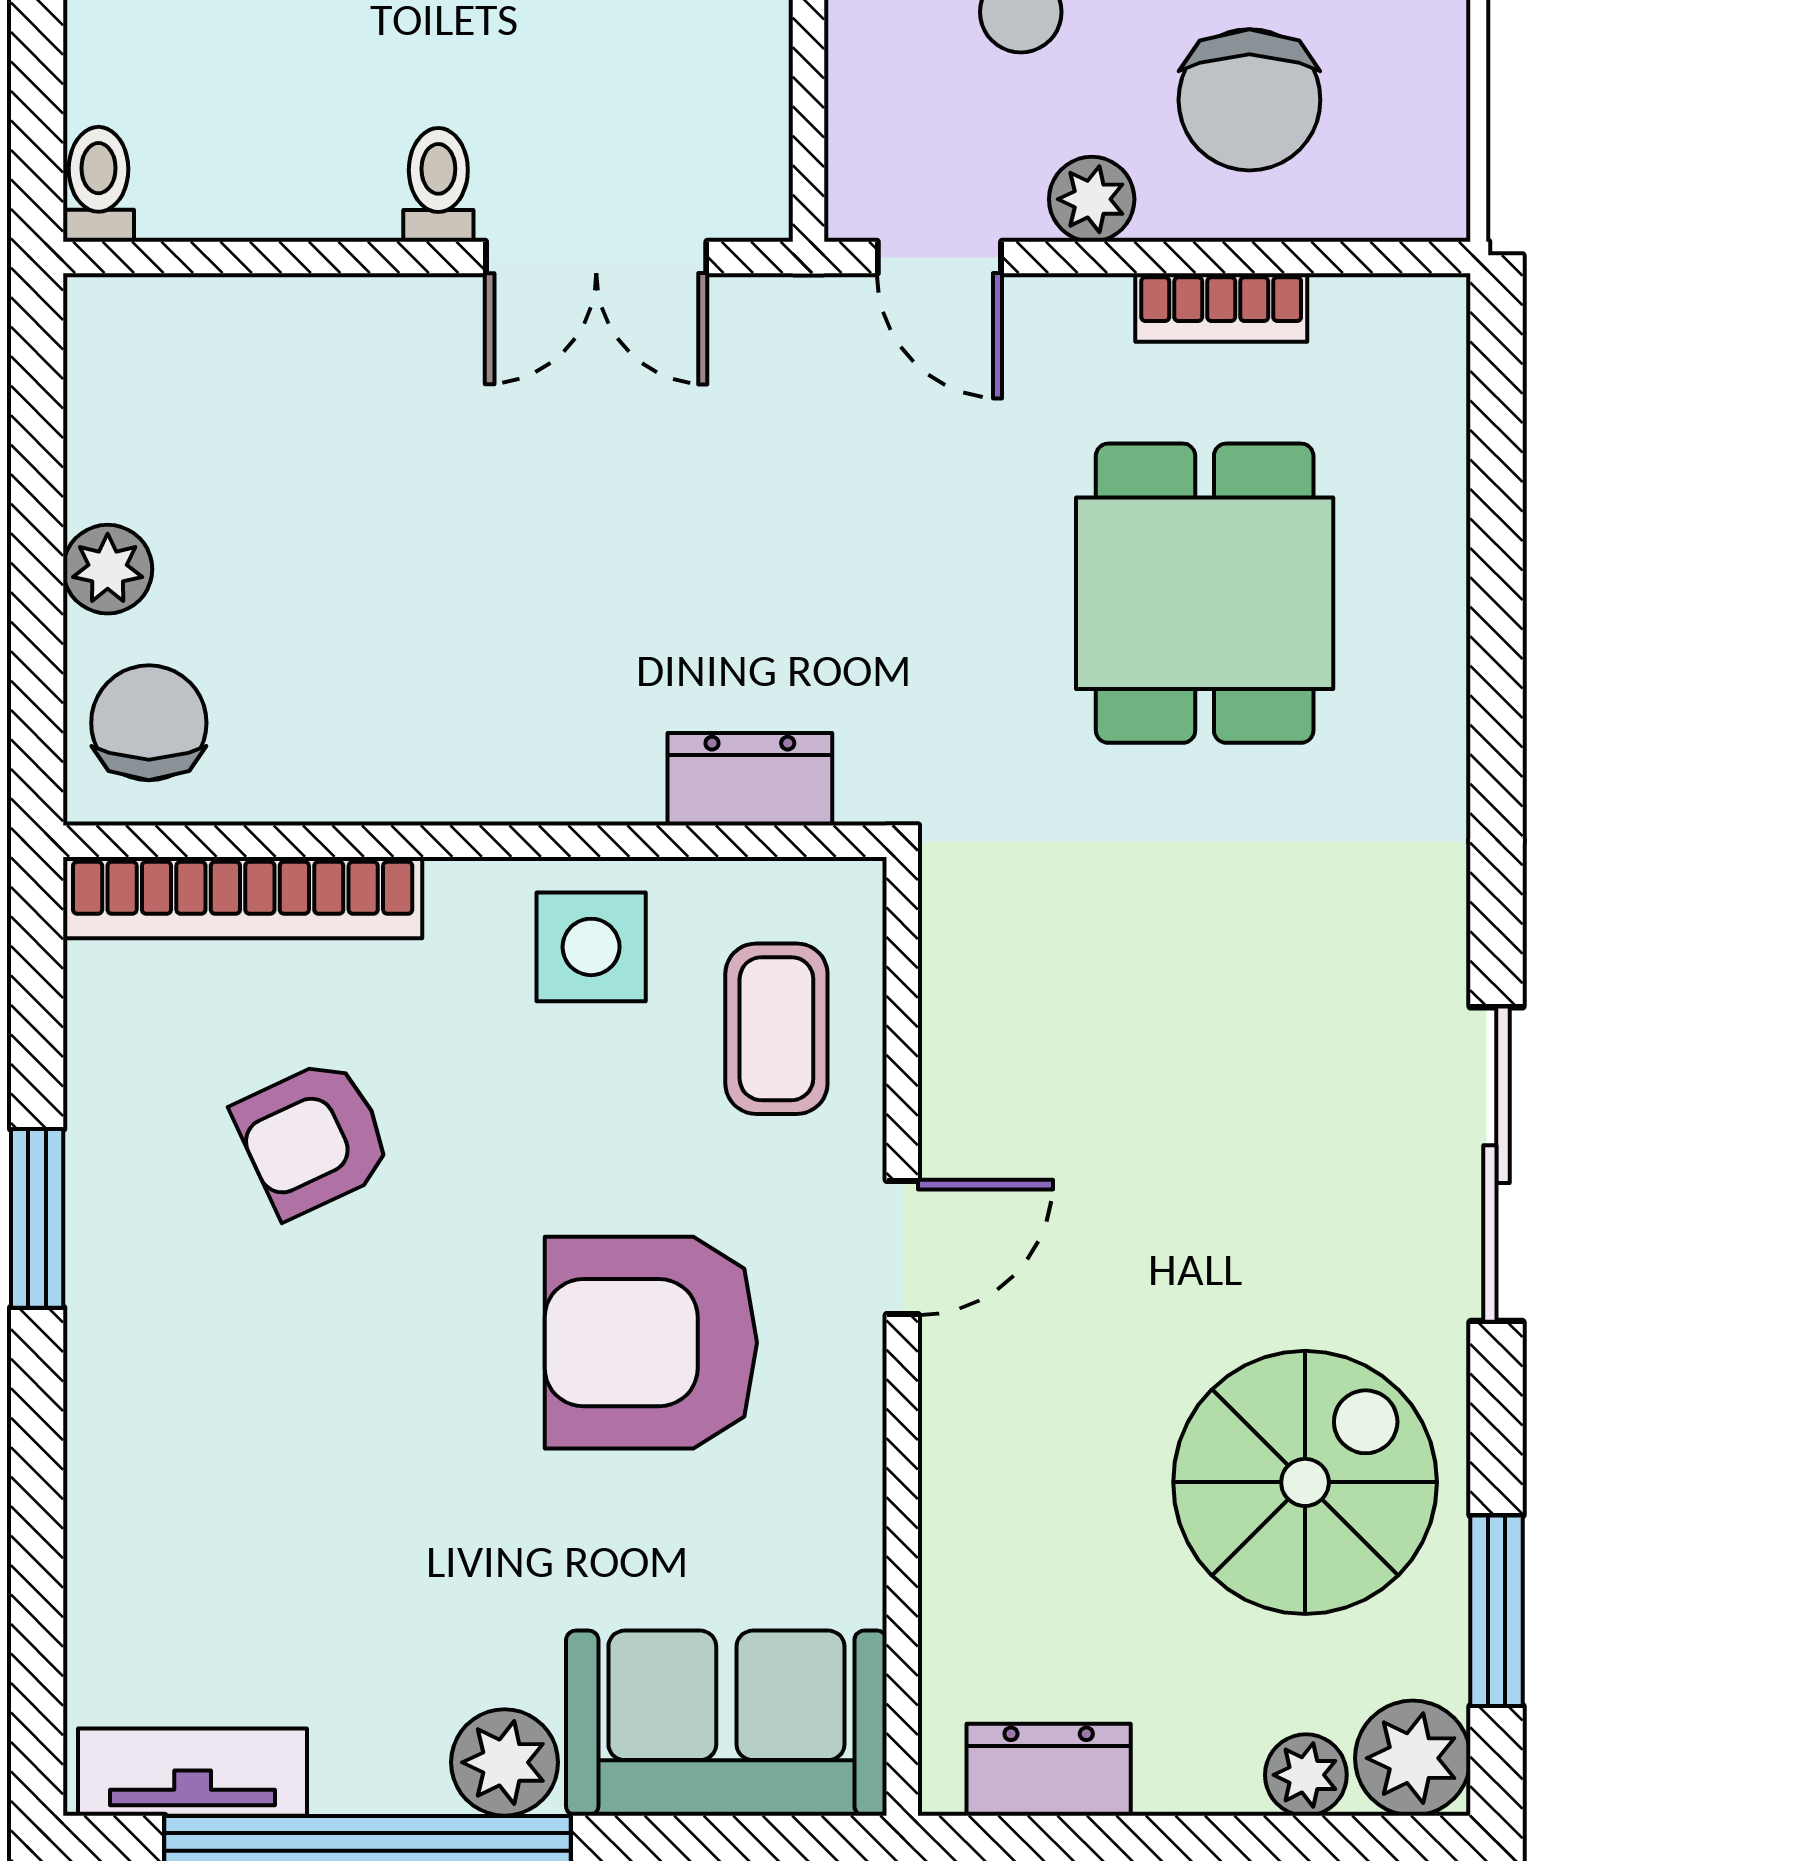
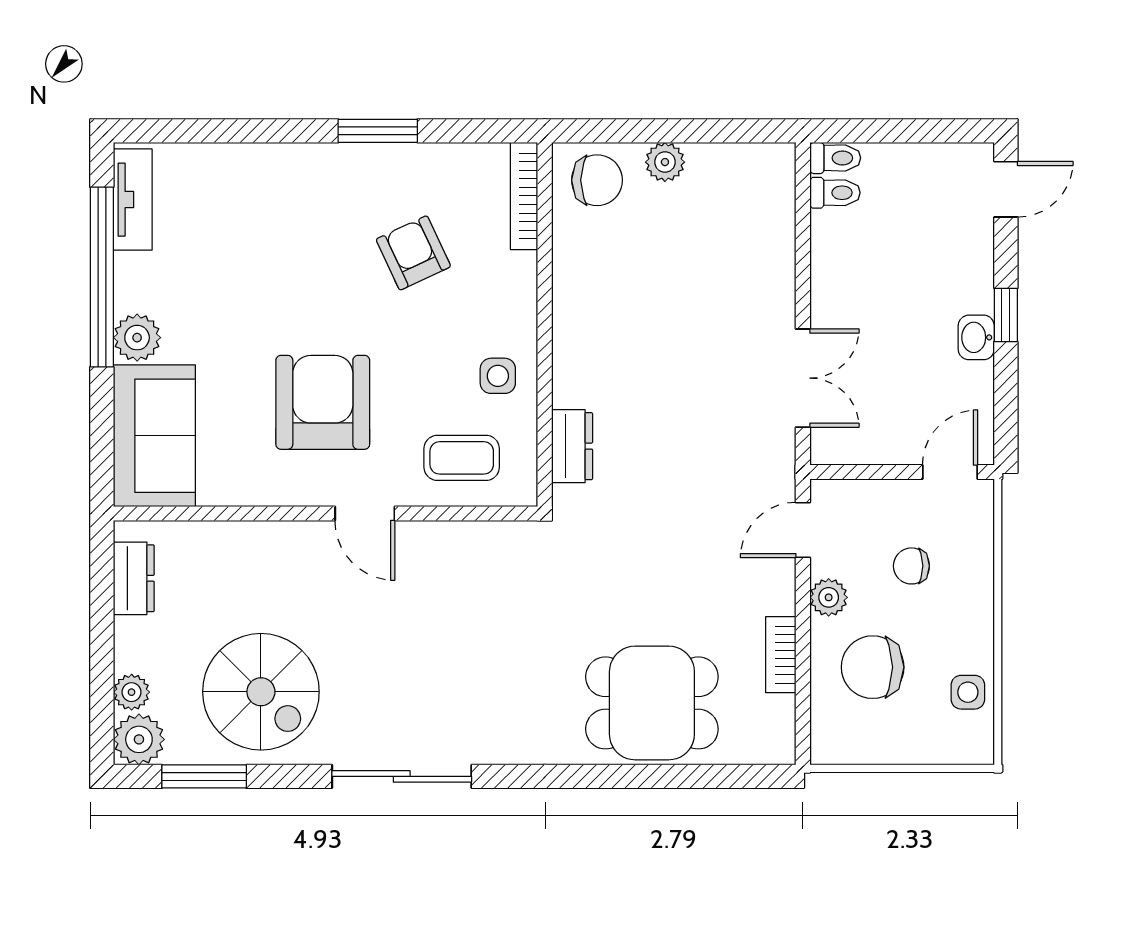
toilet: (438, 185) -> (835, 193), moved
double door: (596, 257) -> (803, 378), swing flipped
dining table: (1205, 593) -> (652, 703), moved
bookcase: (243, 898) -> (524, 196), width x0.68, depth x0.76
side table: (591, 947) -> (498, 376), width x0.73, depth x0.73

